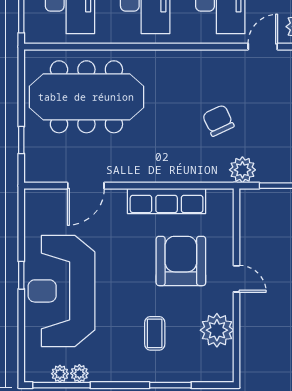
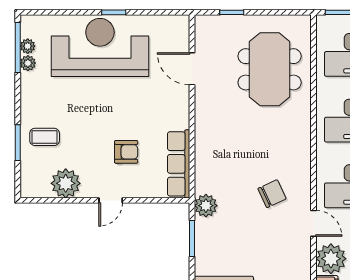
meeting table: (86, 97) -> (270, 69), width x0.73
chair: (218, 121) -> (272, 194), moved
row of seats: (167, 201) -> (179, 164), moved
armchair: (181, 261) -> (126, 152), width x0.53, depth x0.53
coffee table: (155, 333) -> (45, 137), moved

